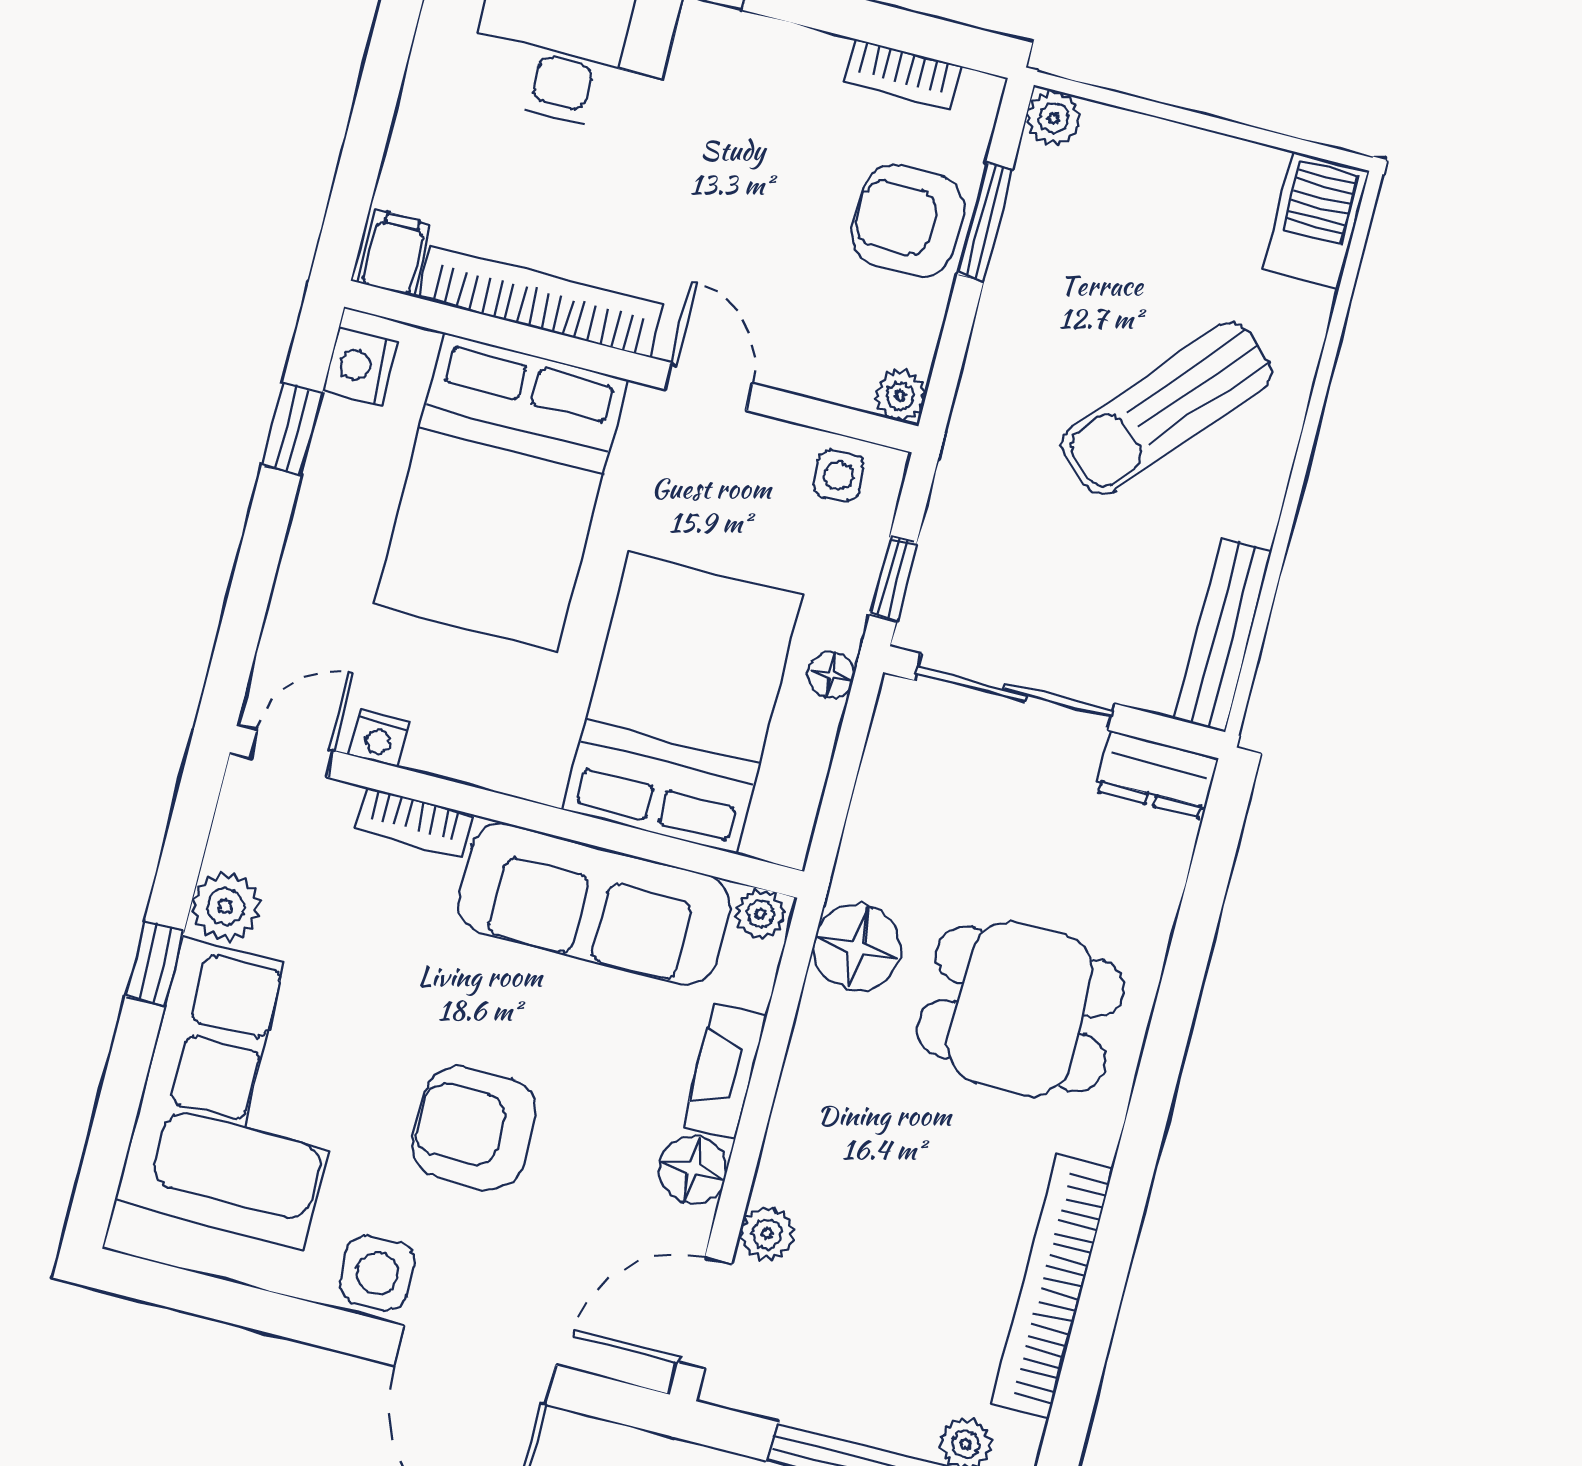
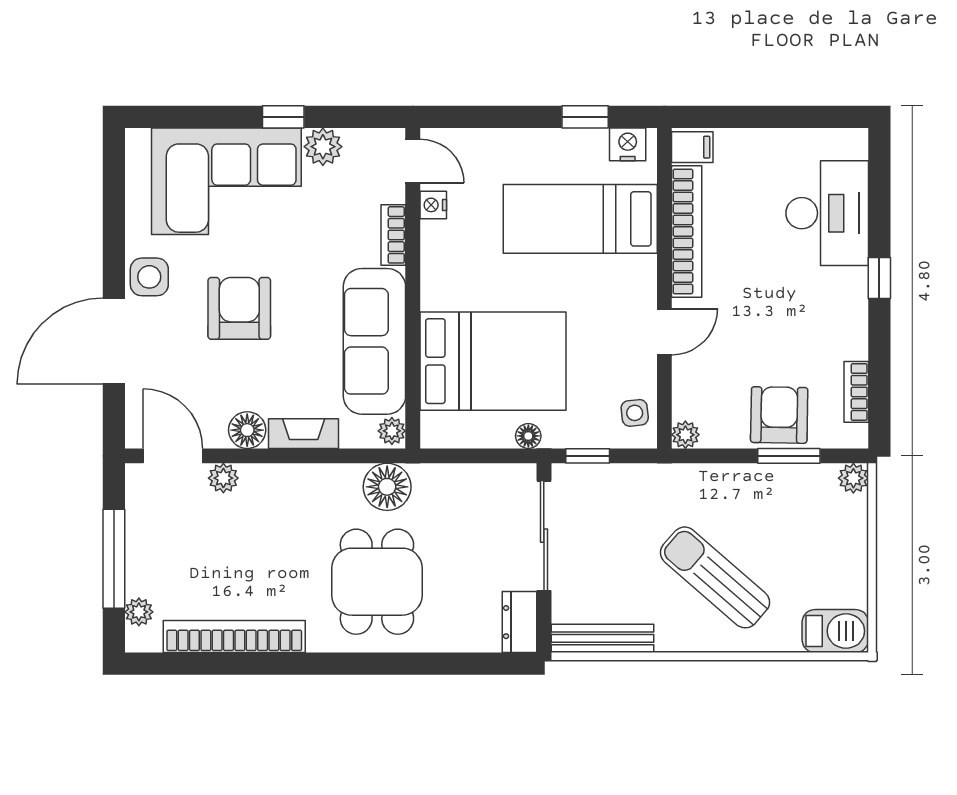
bed: (501, 492) -> (580, 219), width x0.67

